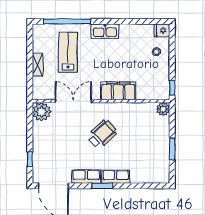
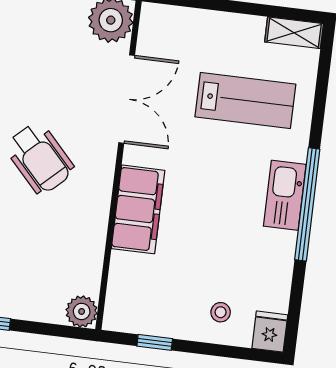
window: (67, 21) -> (307, 204), moved
shelving: (38, 65) -> (294, 33), moved
window: (172, 88) -> (155, 342), moved

